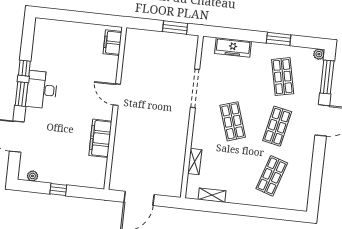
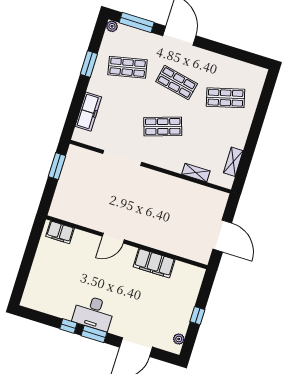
shop shelf: (272, 176) -> (225, 98), turned -33

